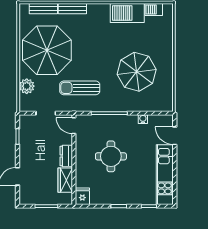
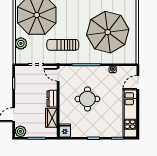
parasol: (137, 72) -> (108, 32), width x1.36, depth x1.36
door: (175, 136) -> (138, 83), hinge flipped
plant: (26, 197) -> (20, 131), added

